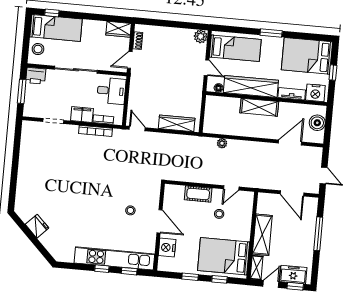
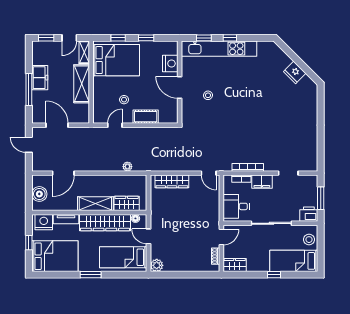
window: (52, 13) -> (274, 275), moved
wardrobe: (226, 104) -> (127, 203), added
freezer: (293, 275) -> (40, 78), moved, turned -90

